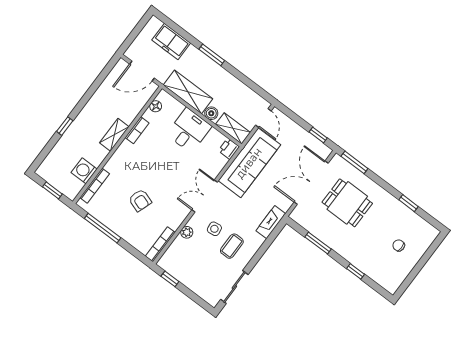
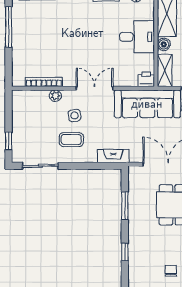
armchair: (140, 200) -> (53, 40), removed
bookcase: (160, 244) -> (44, 82), moved
window: (170, 279) -> (9, 141), moved

